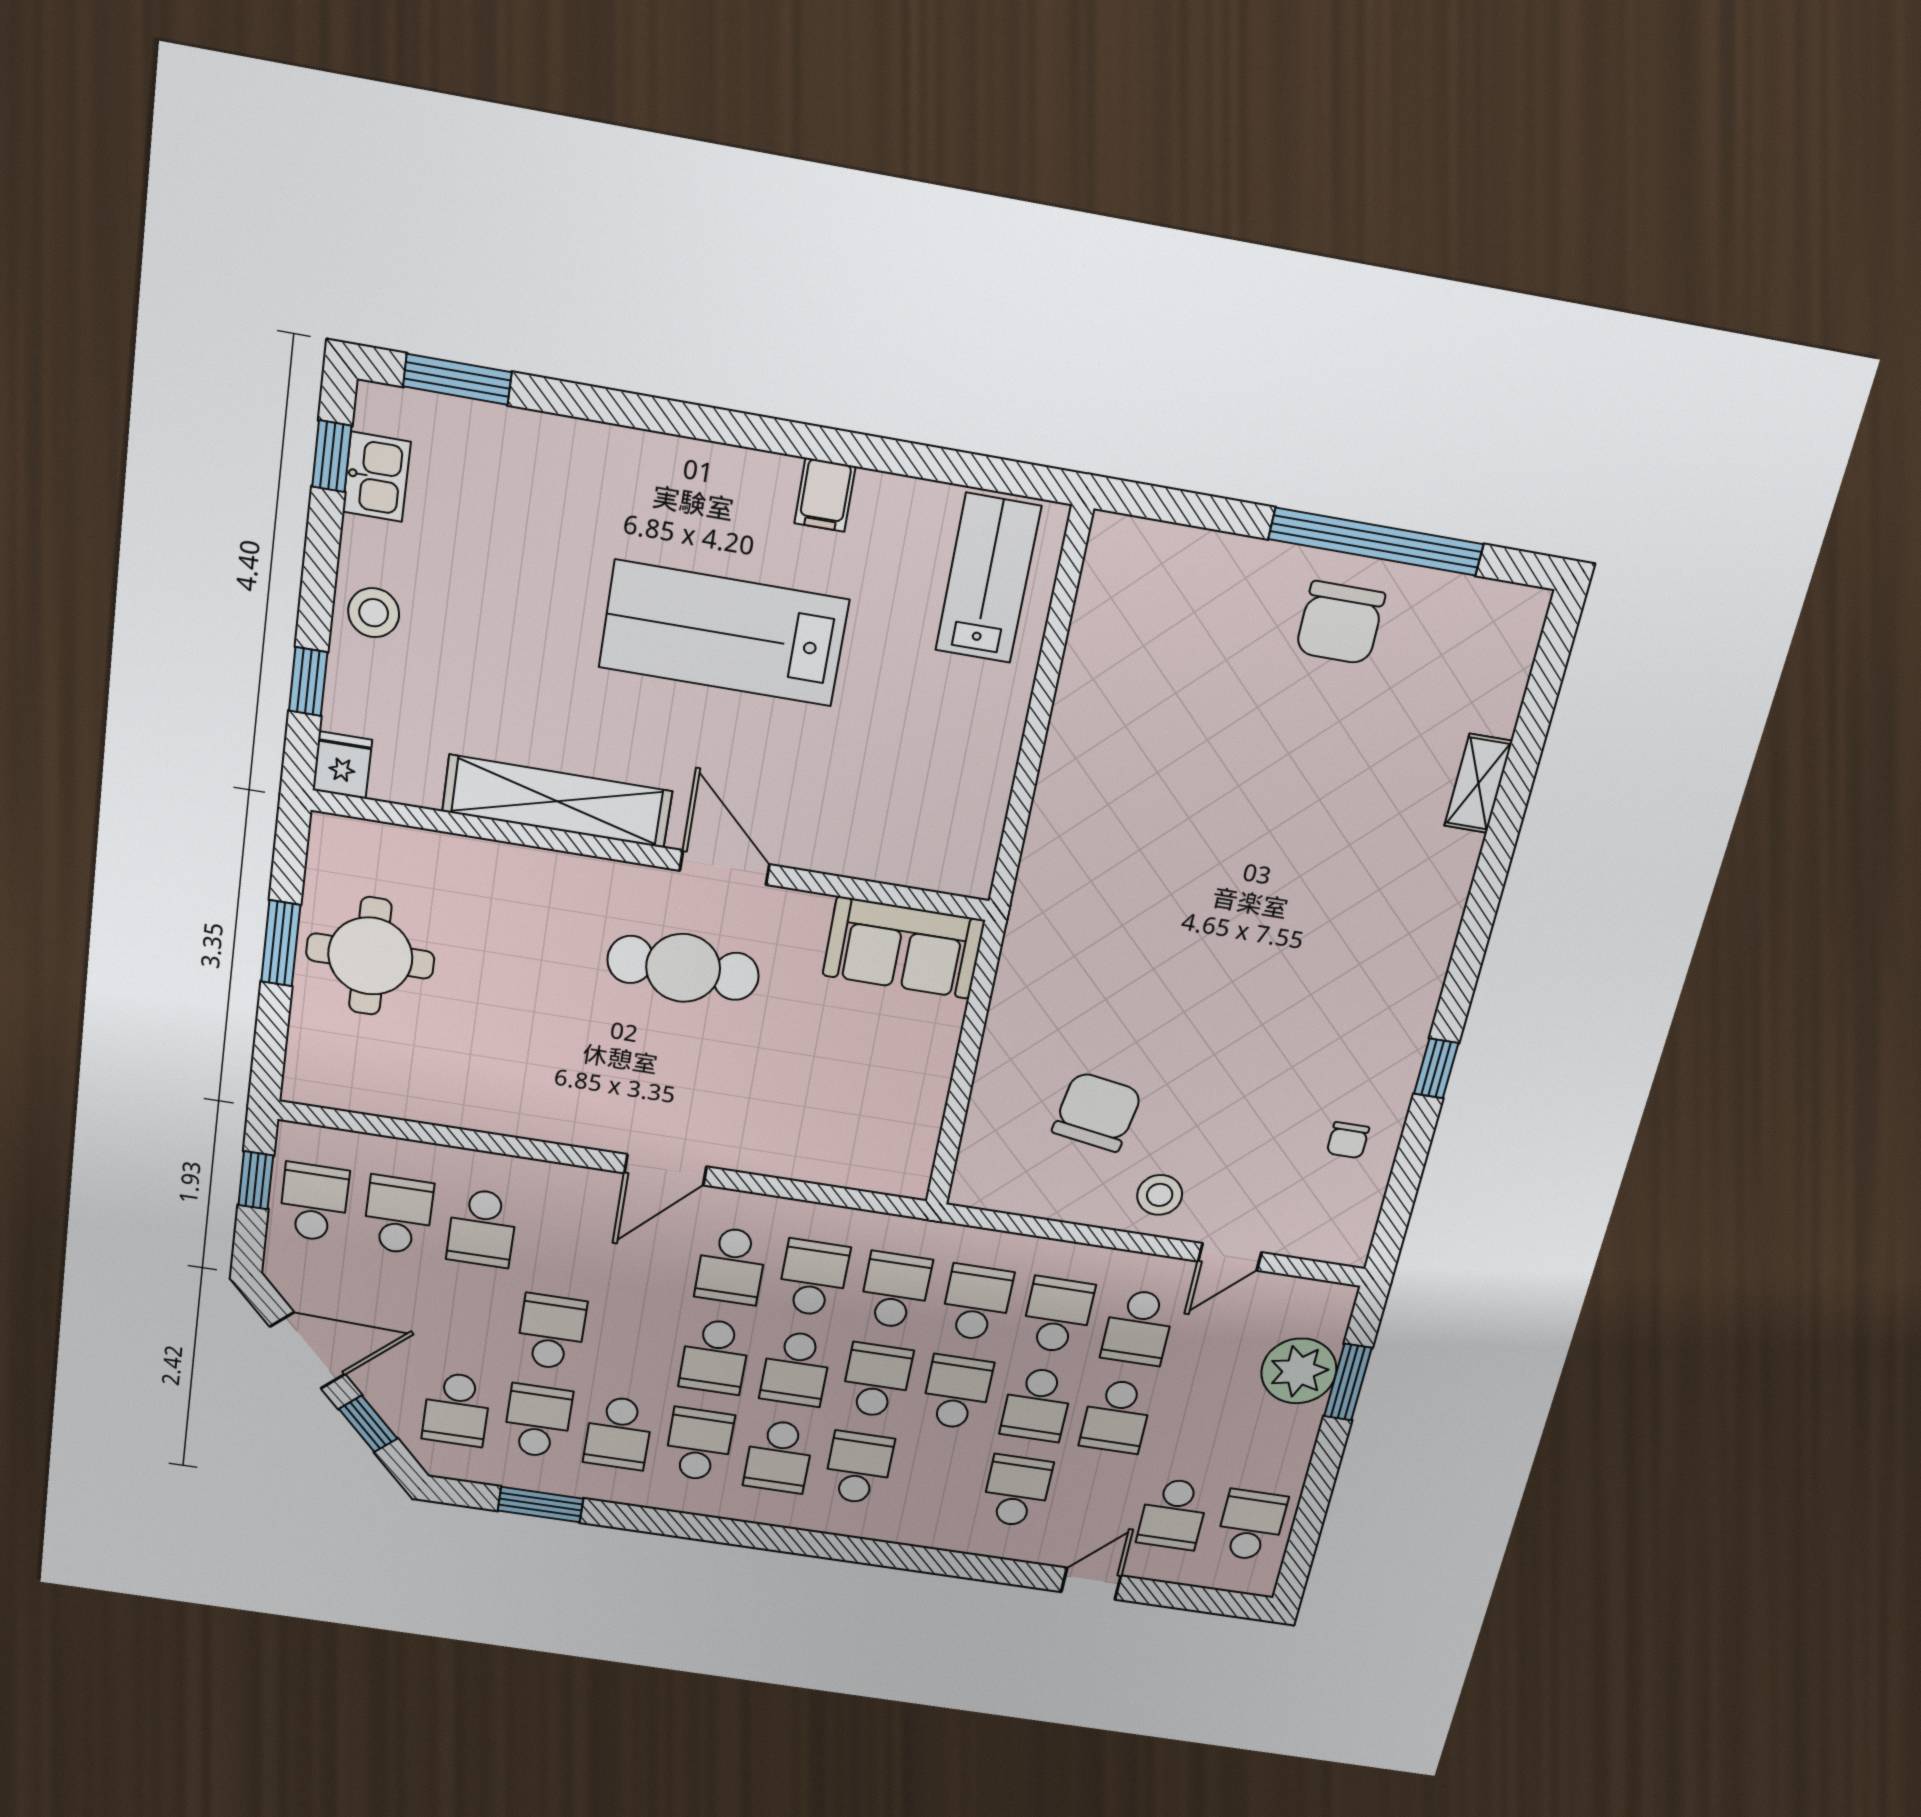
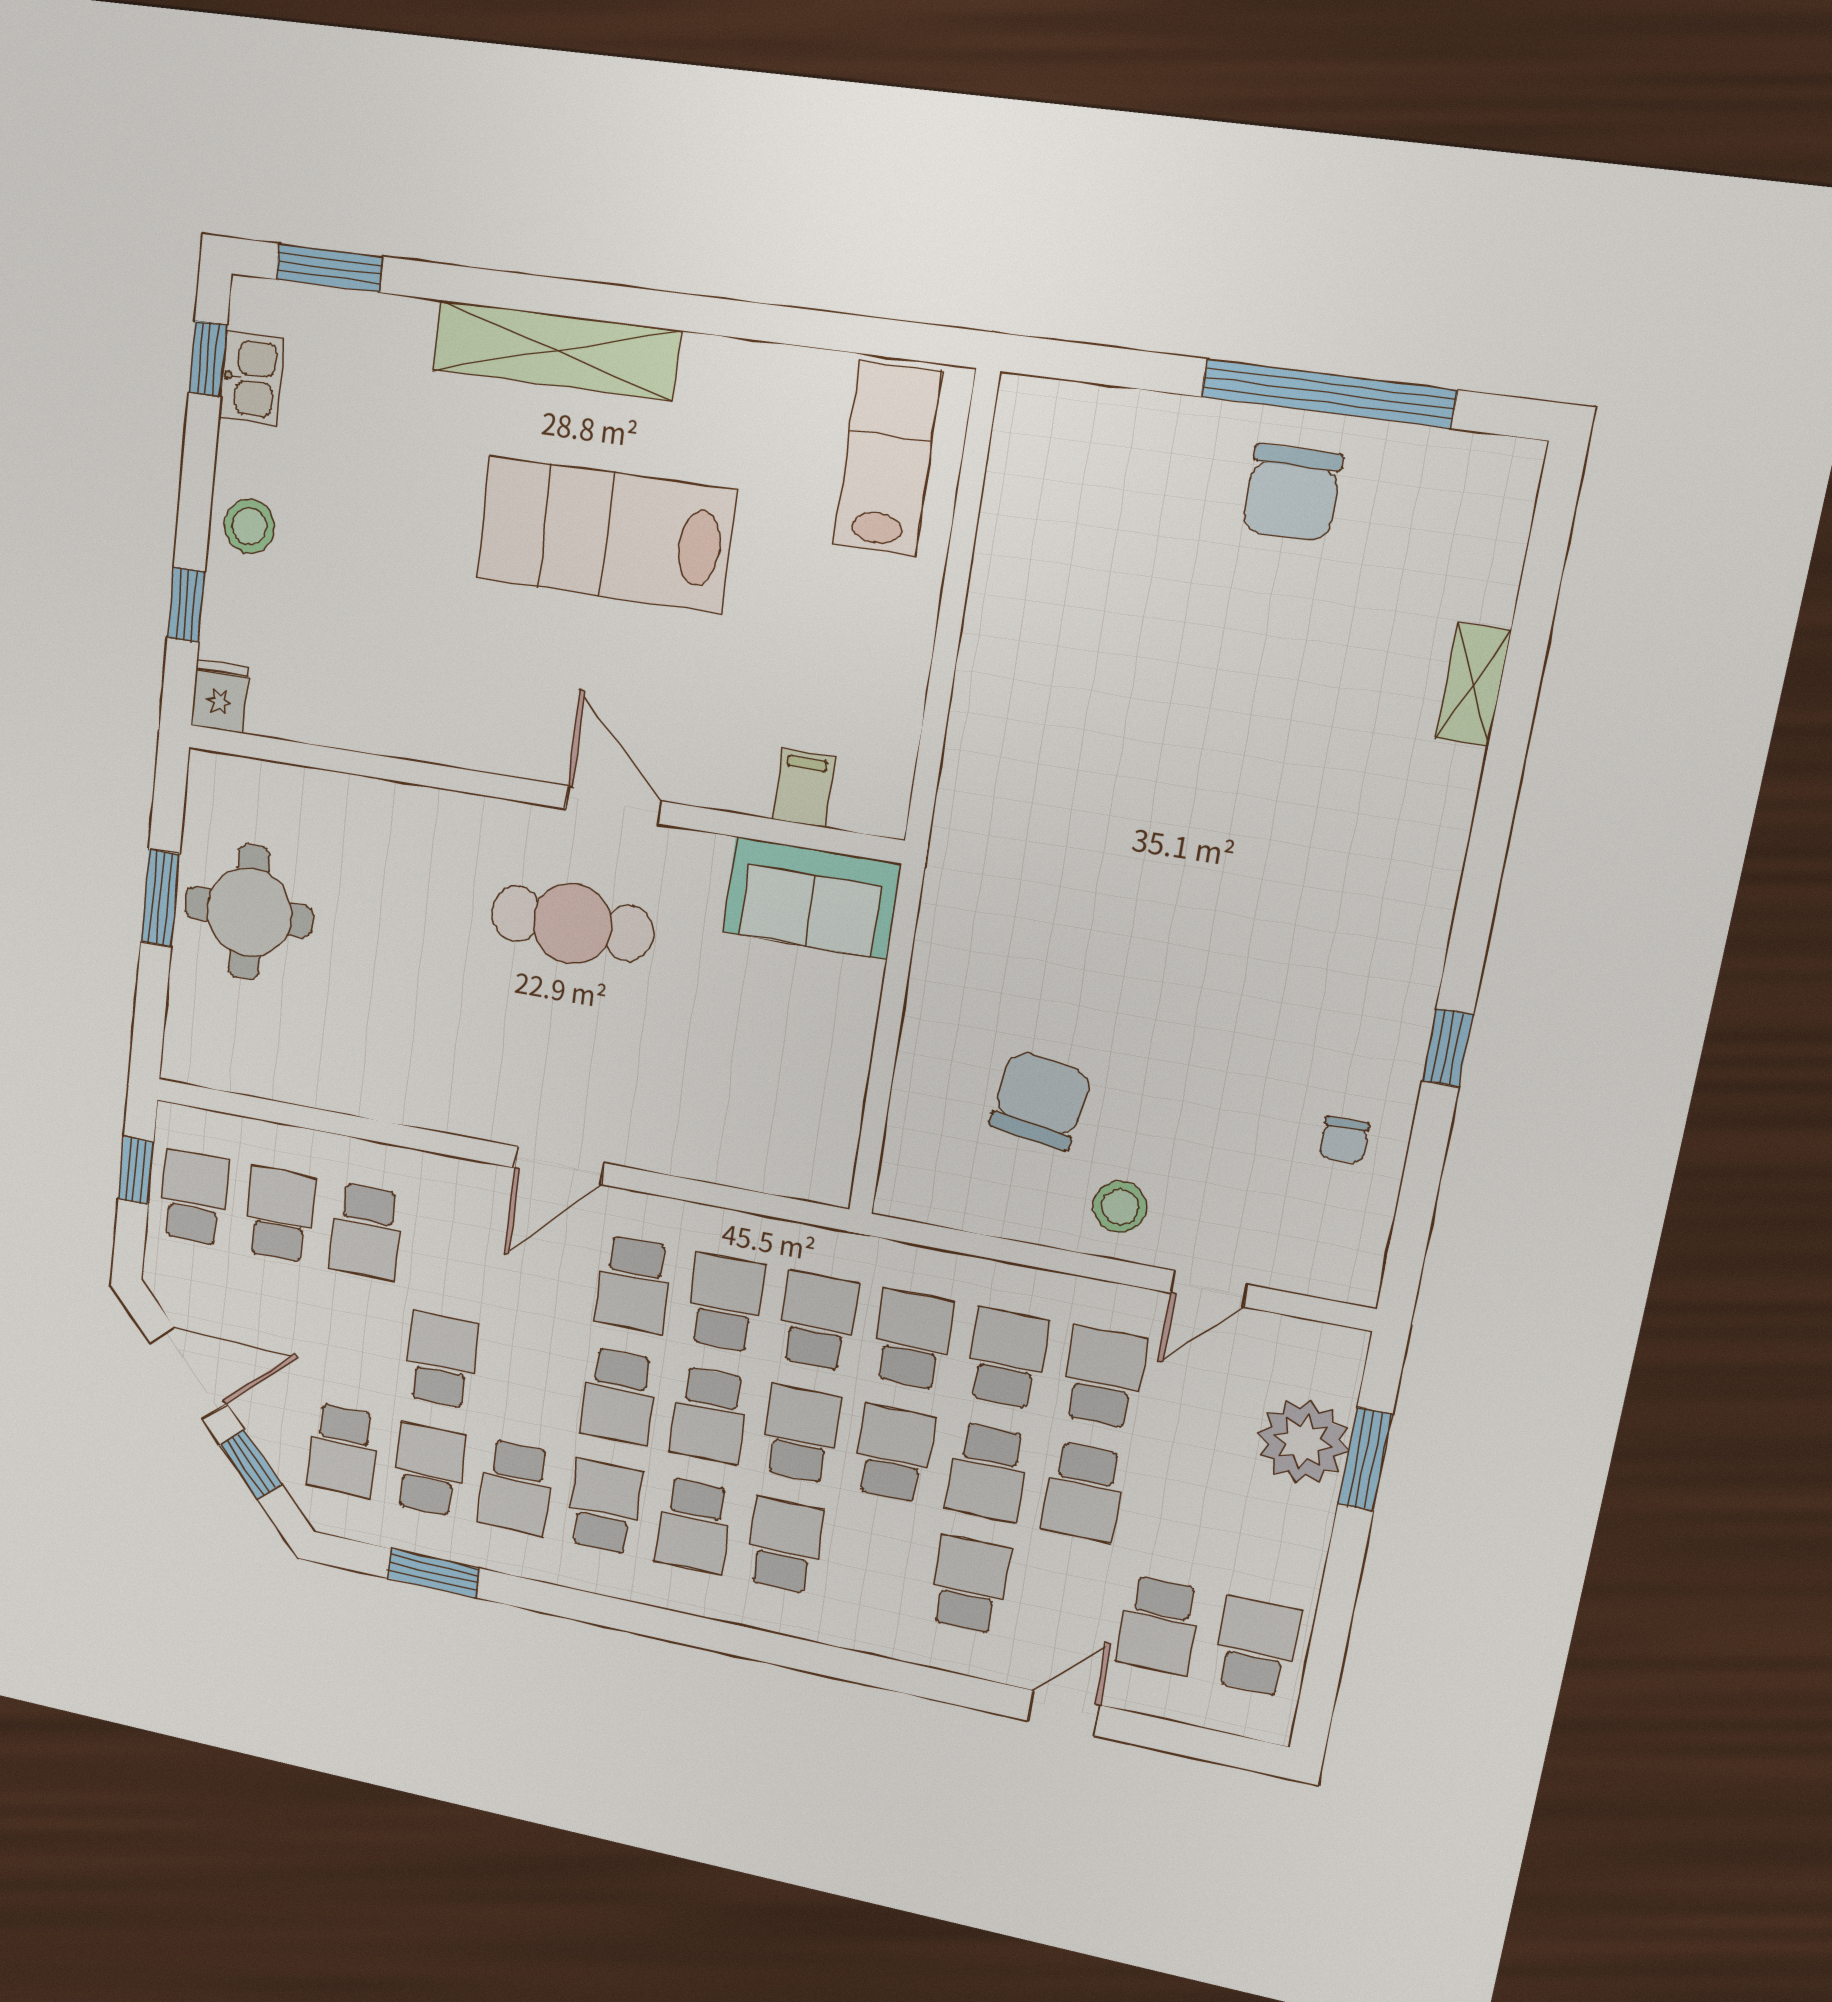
filing cabinet: (825, 495) -> (804, 788), moved, turned 180
shelving: (557, 801) -> (556, 350), moved
school desk: (1138, 1327) -> (1103, 1377), turned 180

